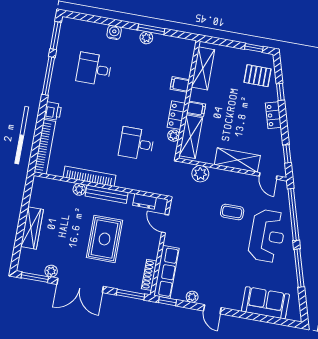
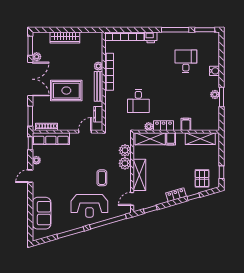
desk: (137, 144) -> (138, 101), turned 180
plant: (218, 177) -> (125, 163), added
double door: (80, 285) -> (30, 79), swing flipped

